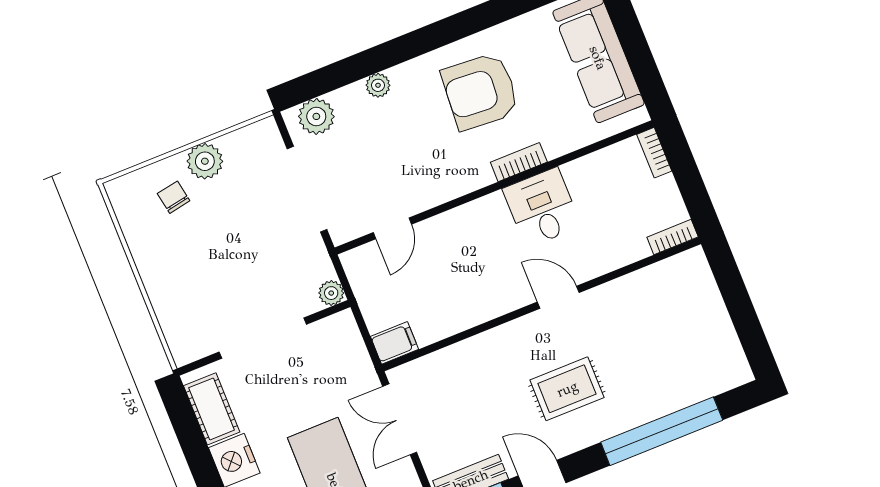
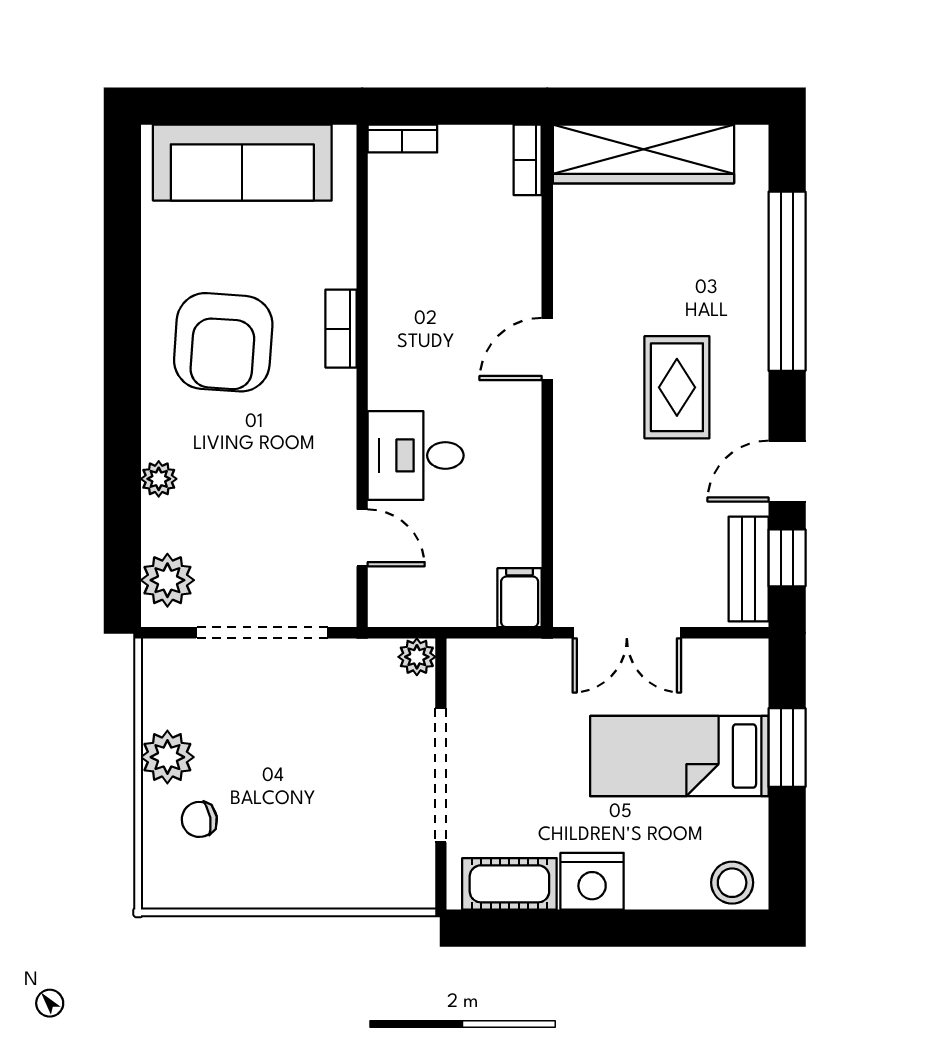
desk: (542, 207) -> (416, 455), moved
wardrobe: (706, 308) -> (643, 154), added

